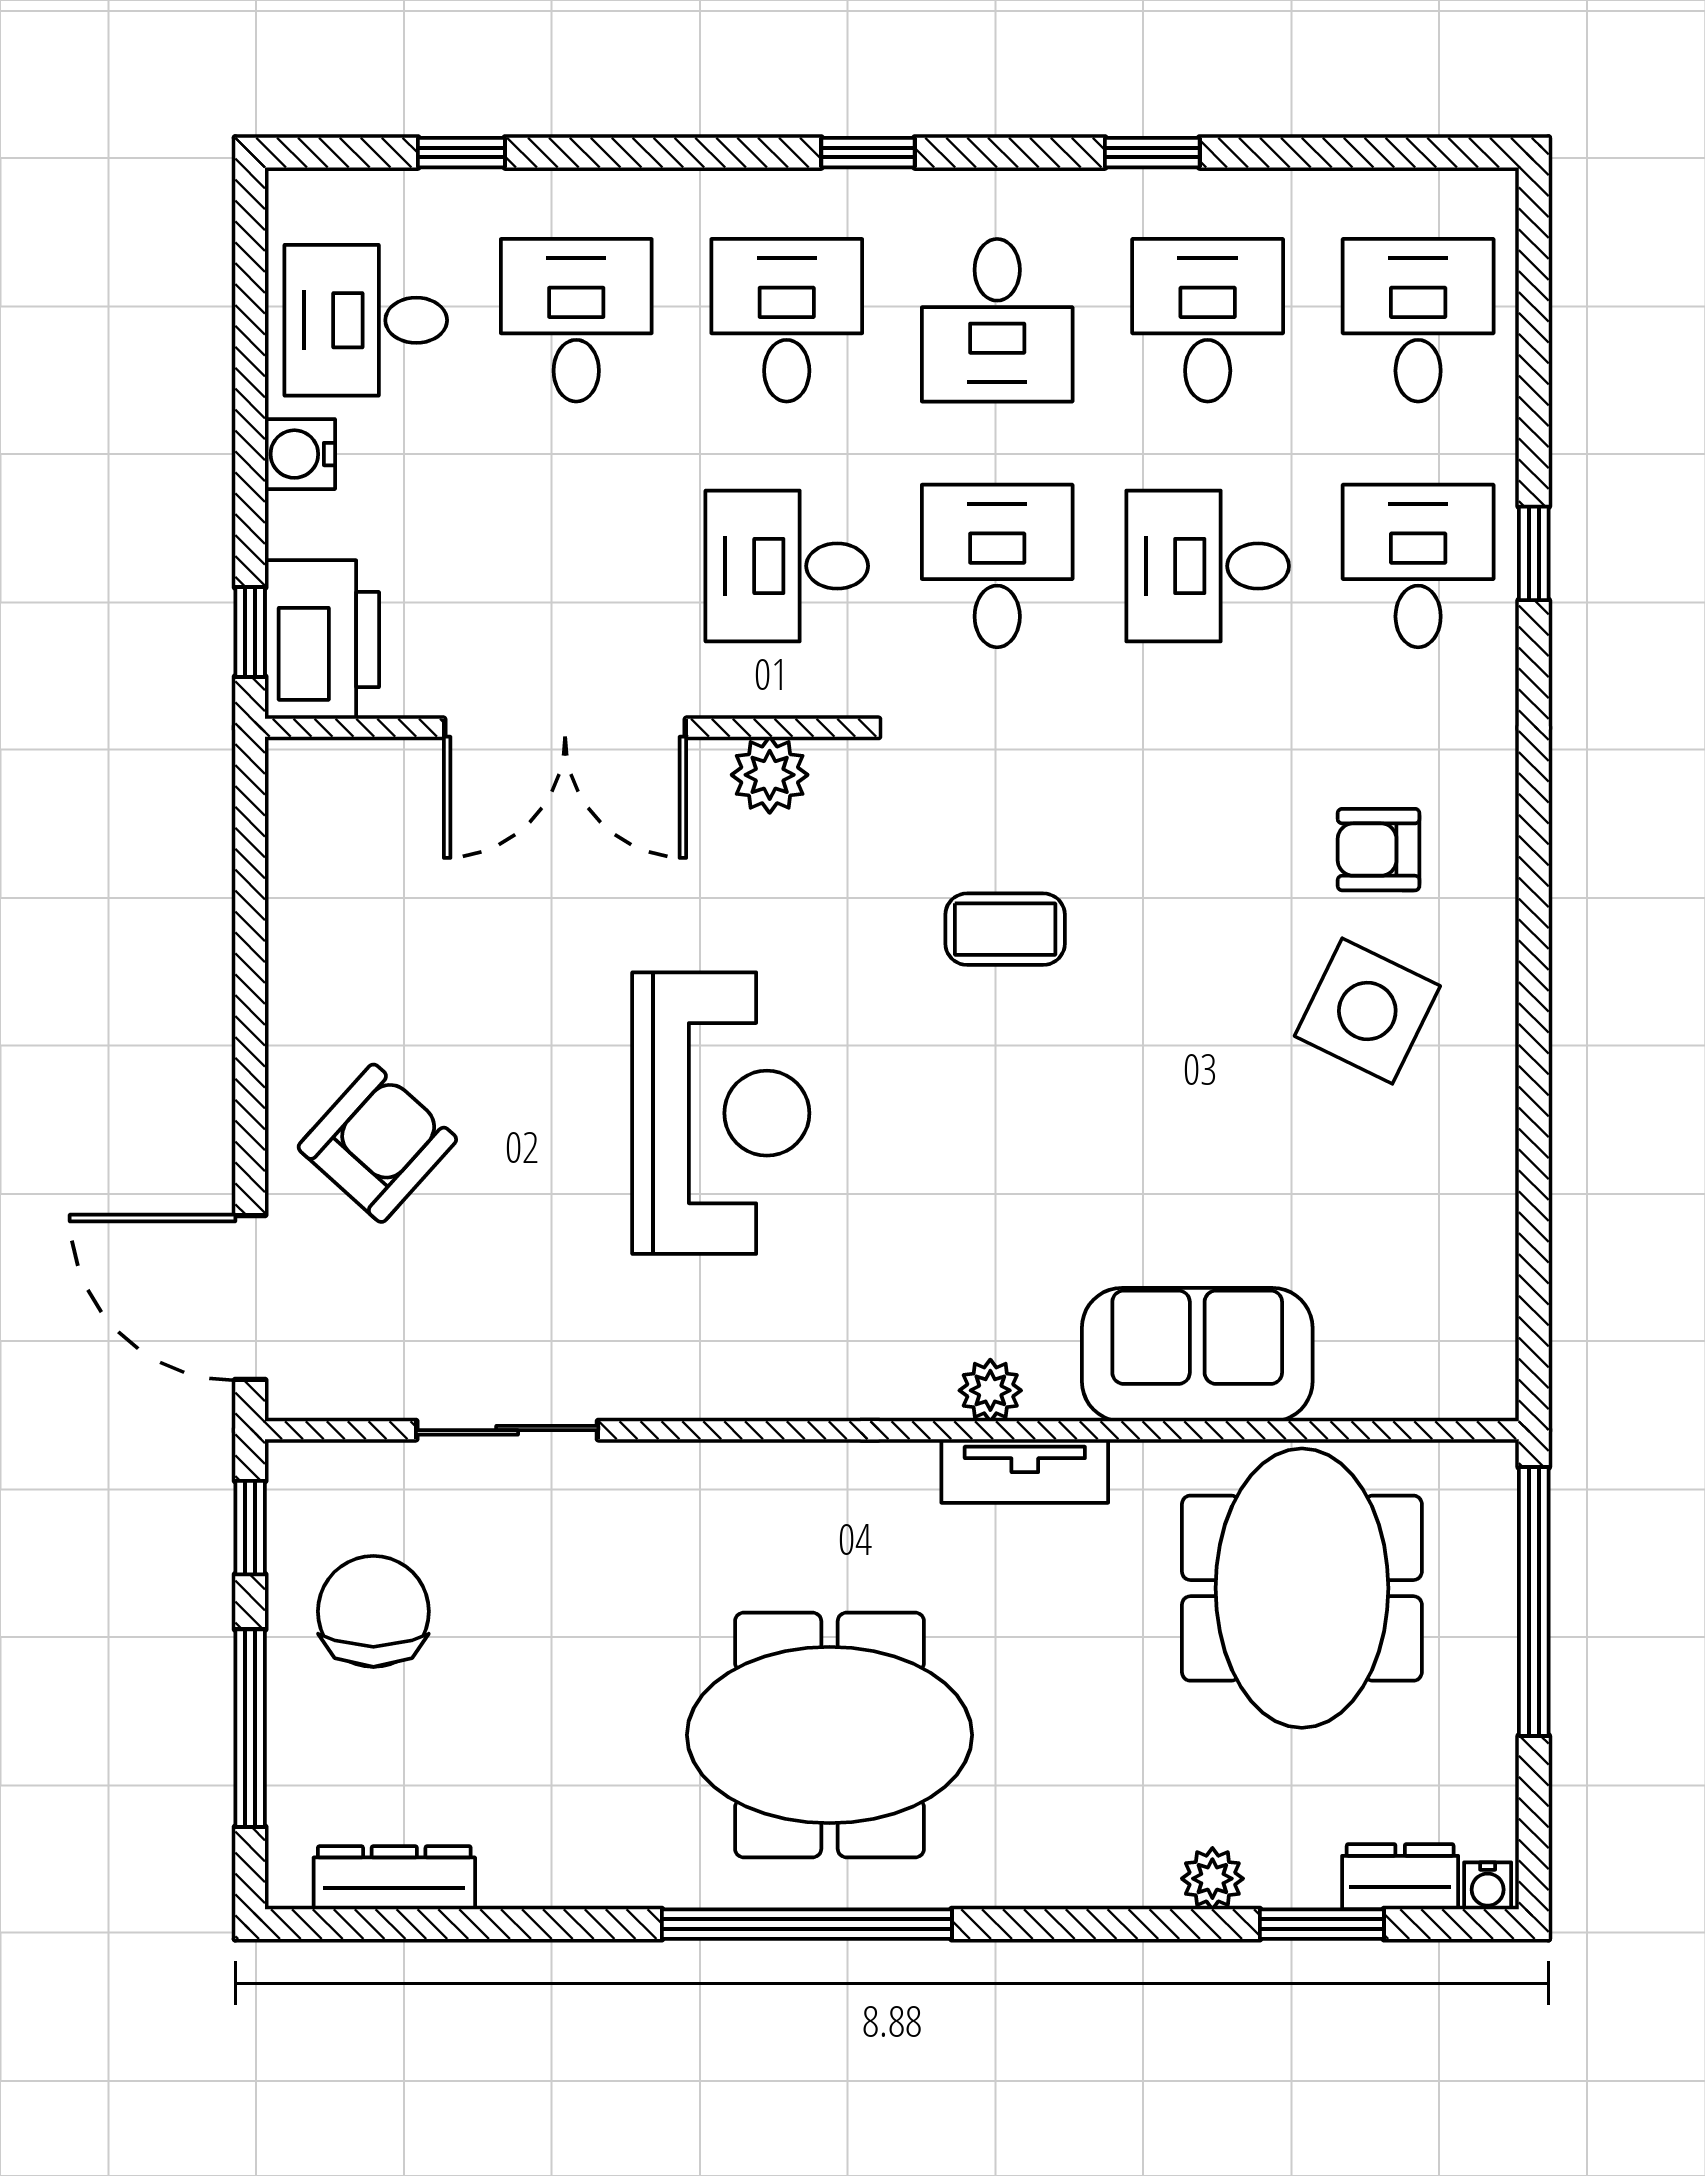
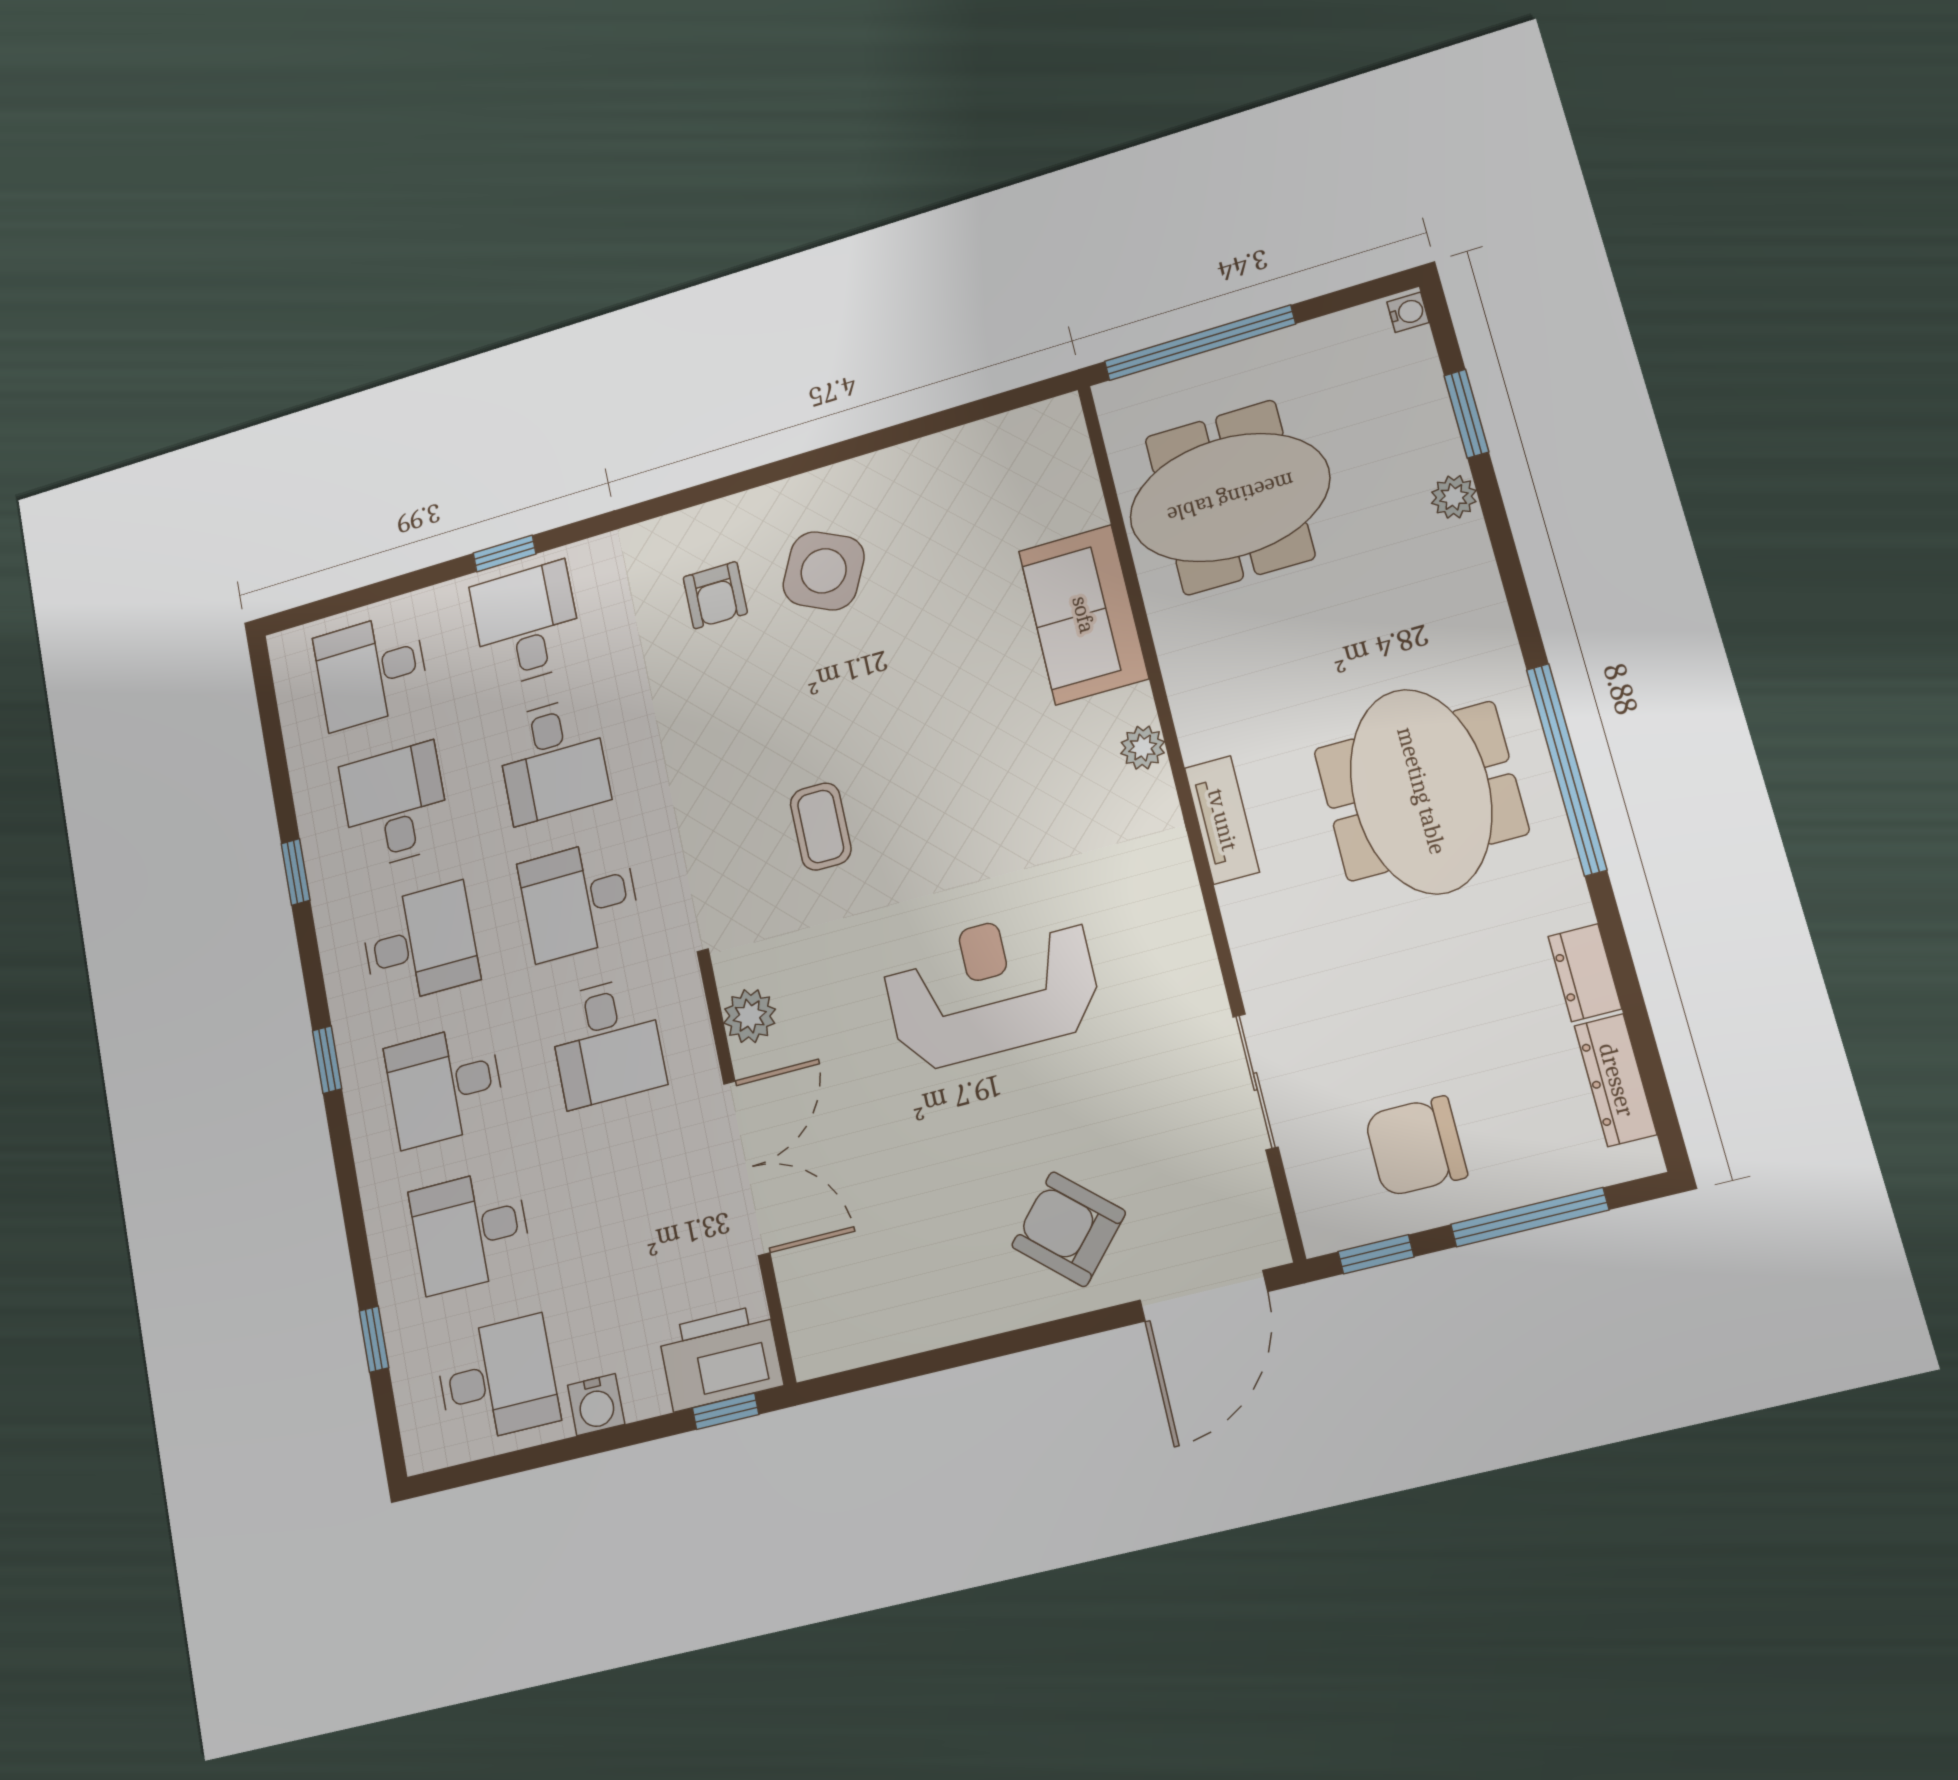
desk: (366, 320) -> (497, 1379), turned -90
desk: (1208, 320) -> (395, 806), turned 90
desk: (1418, 566) -> (527, 624), turned 90
tv unit: (1025, 1471) -> (1222, 820), moved
dresser: (1400, 1877) -> (1585, 973), moved

